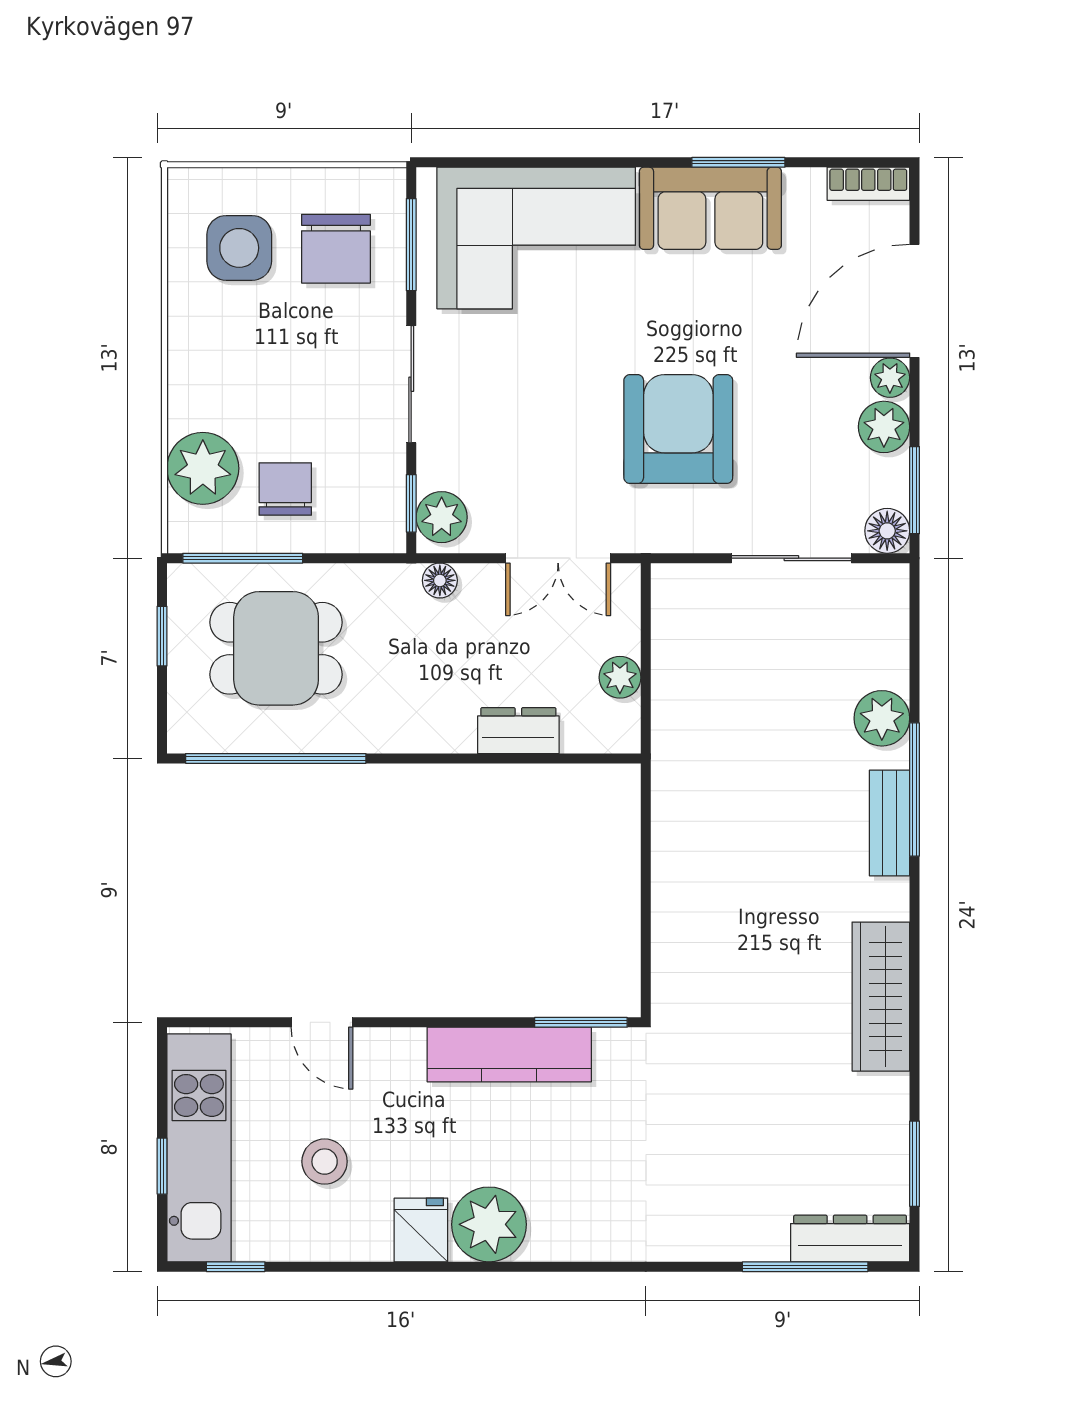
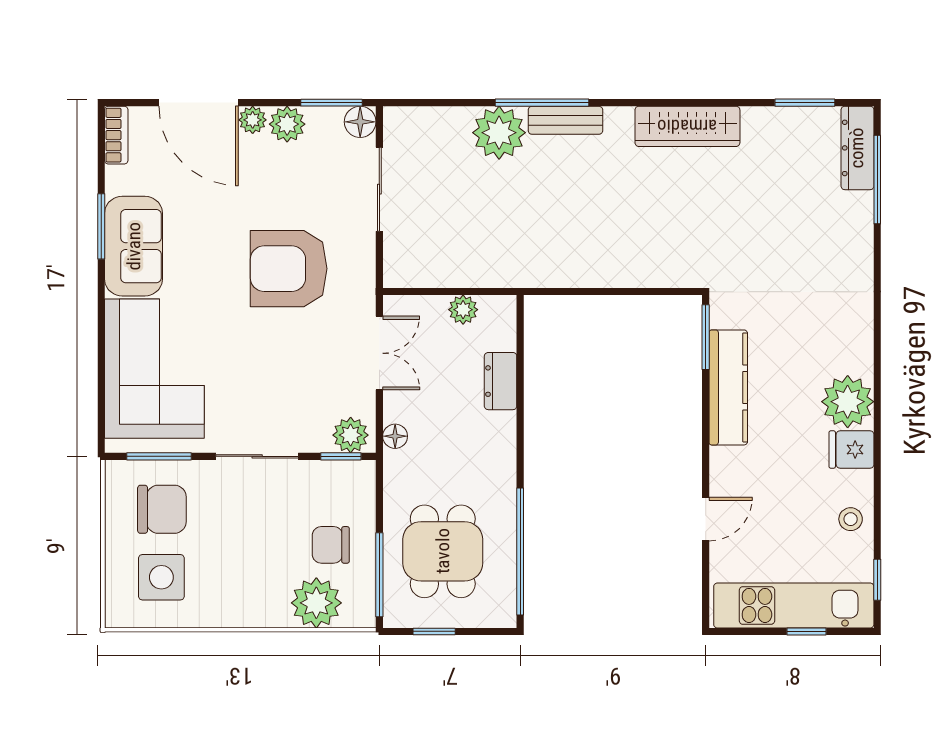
plant: (882, 718) -> (499, 133), width x1.36, depth x1.36
stool: (325, 1162) -> (851, 519), moved, width x0.73, depth x0.73

